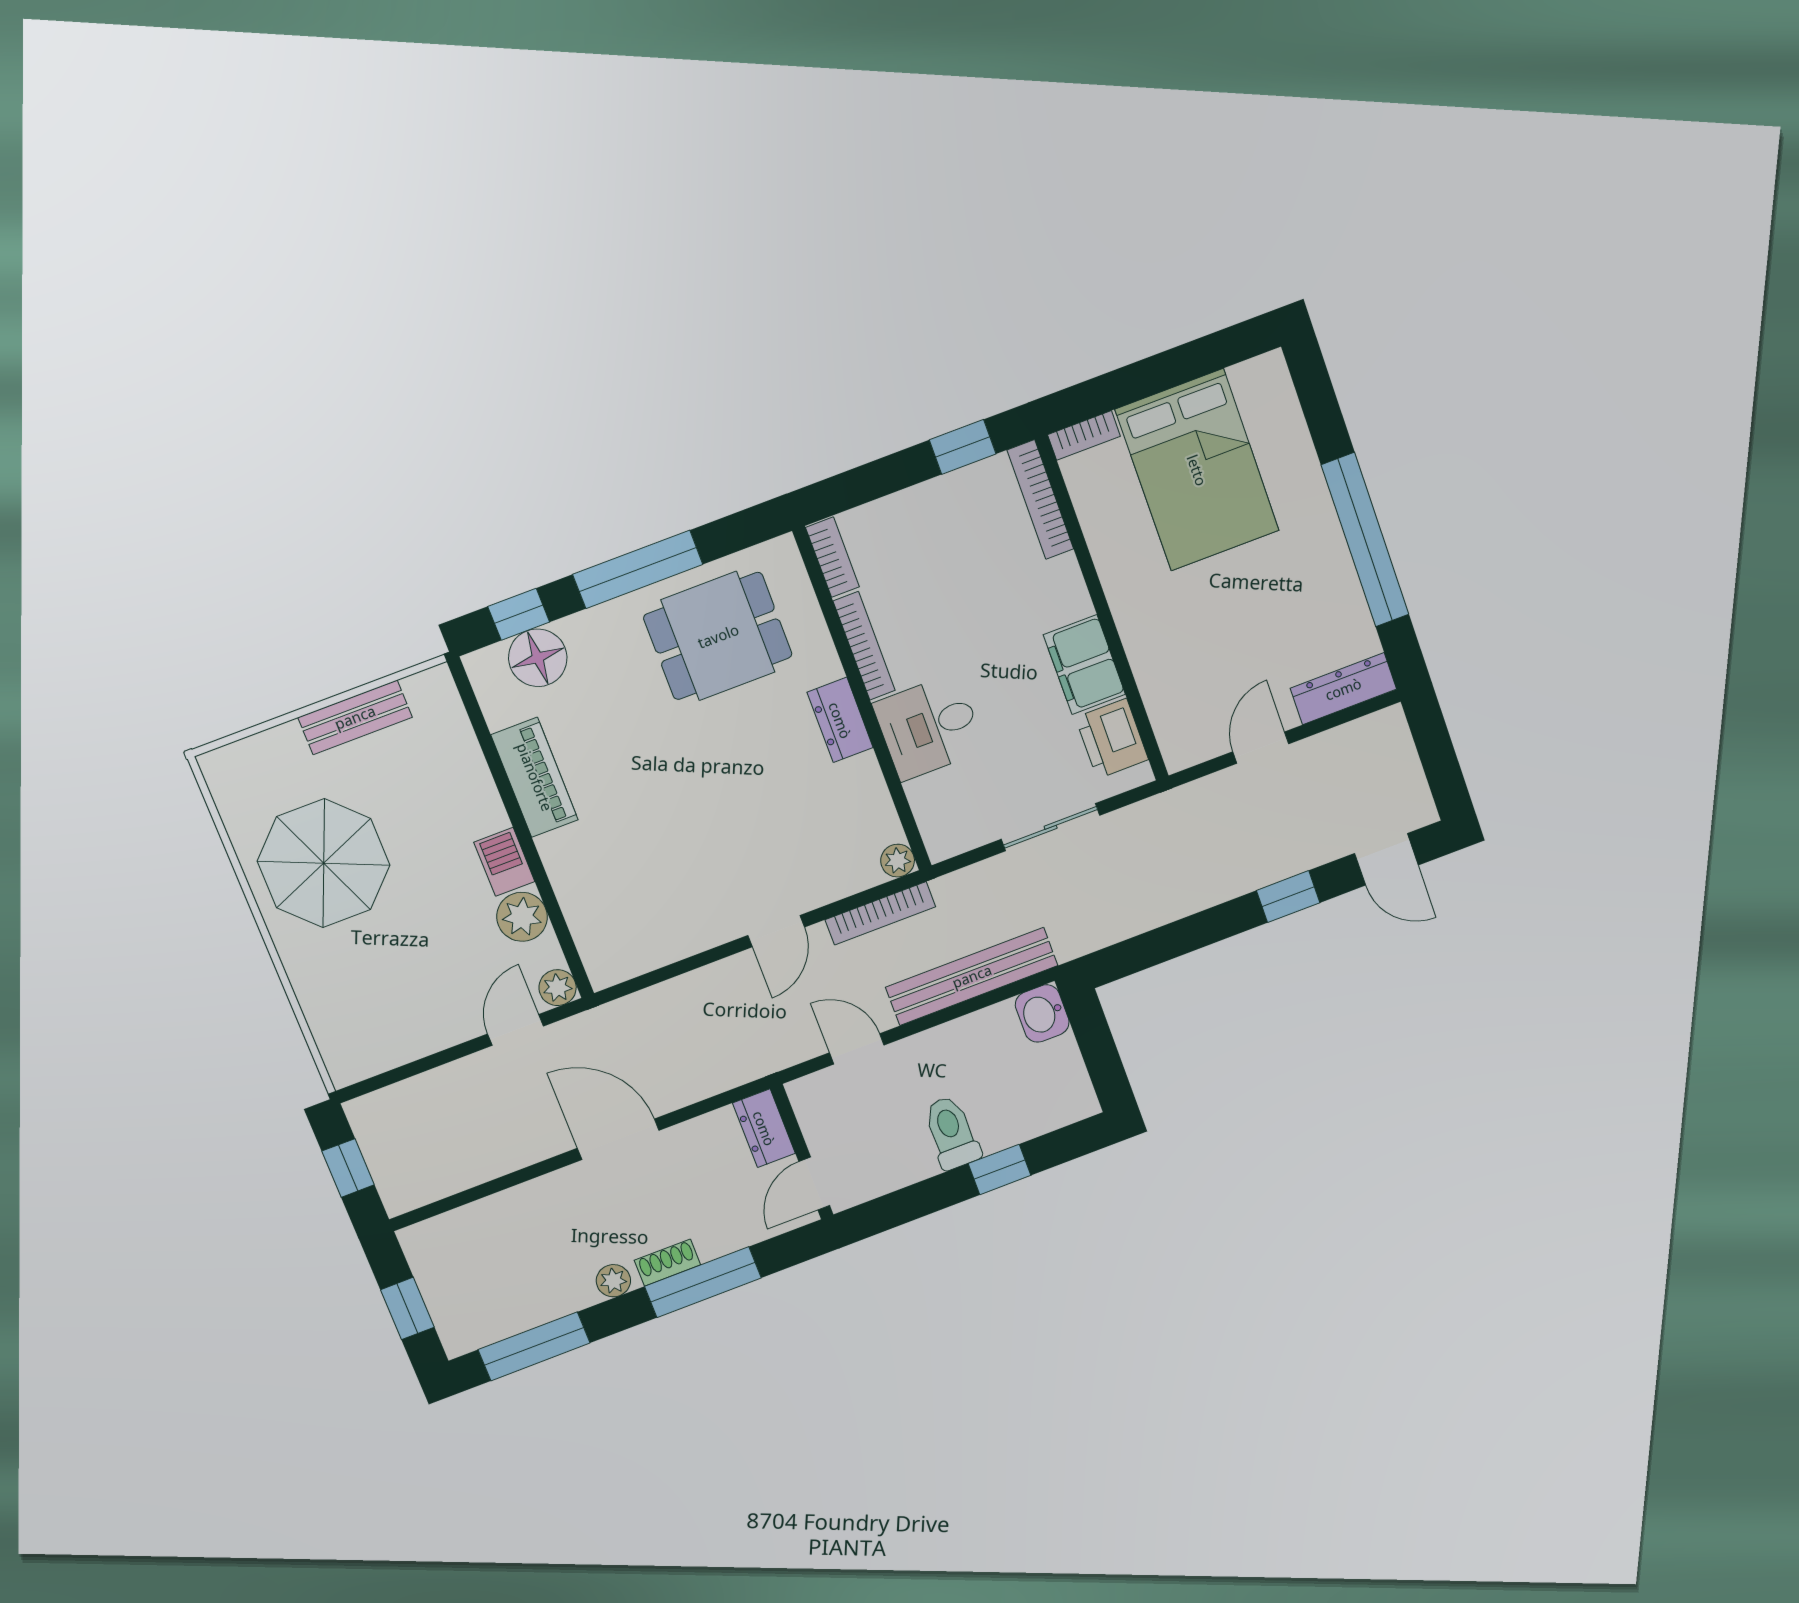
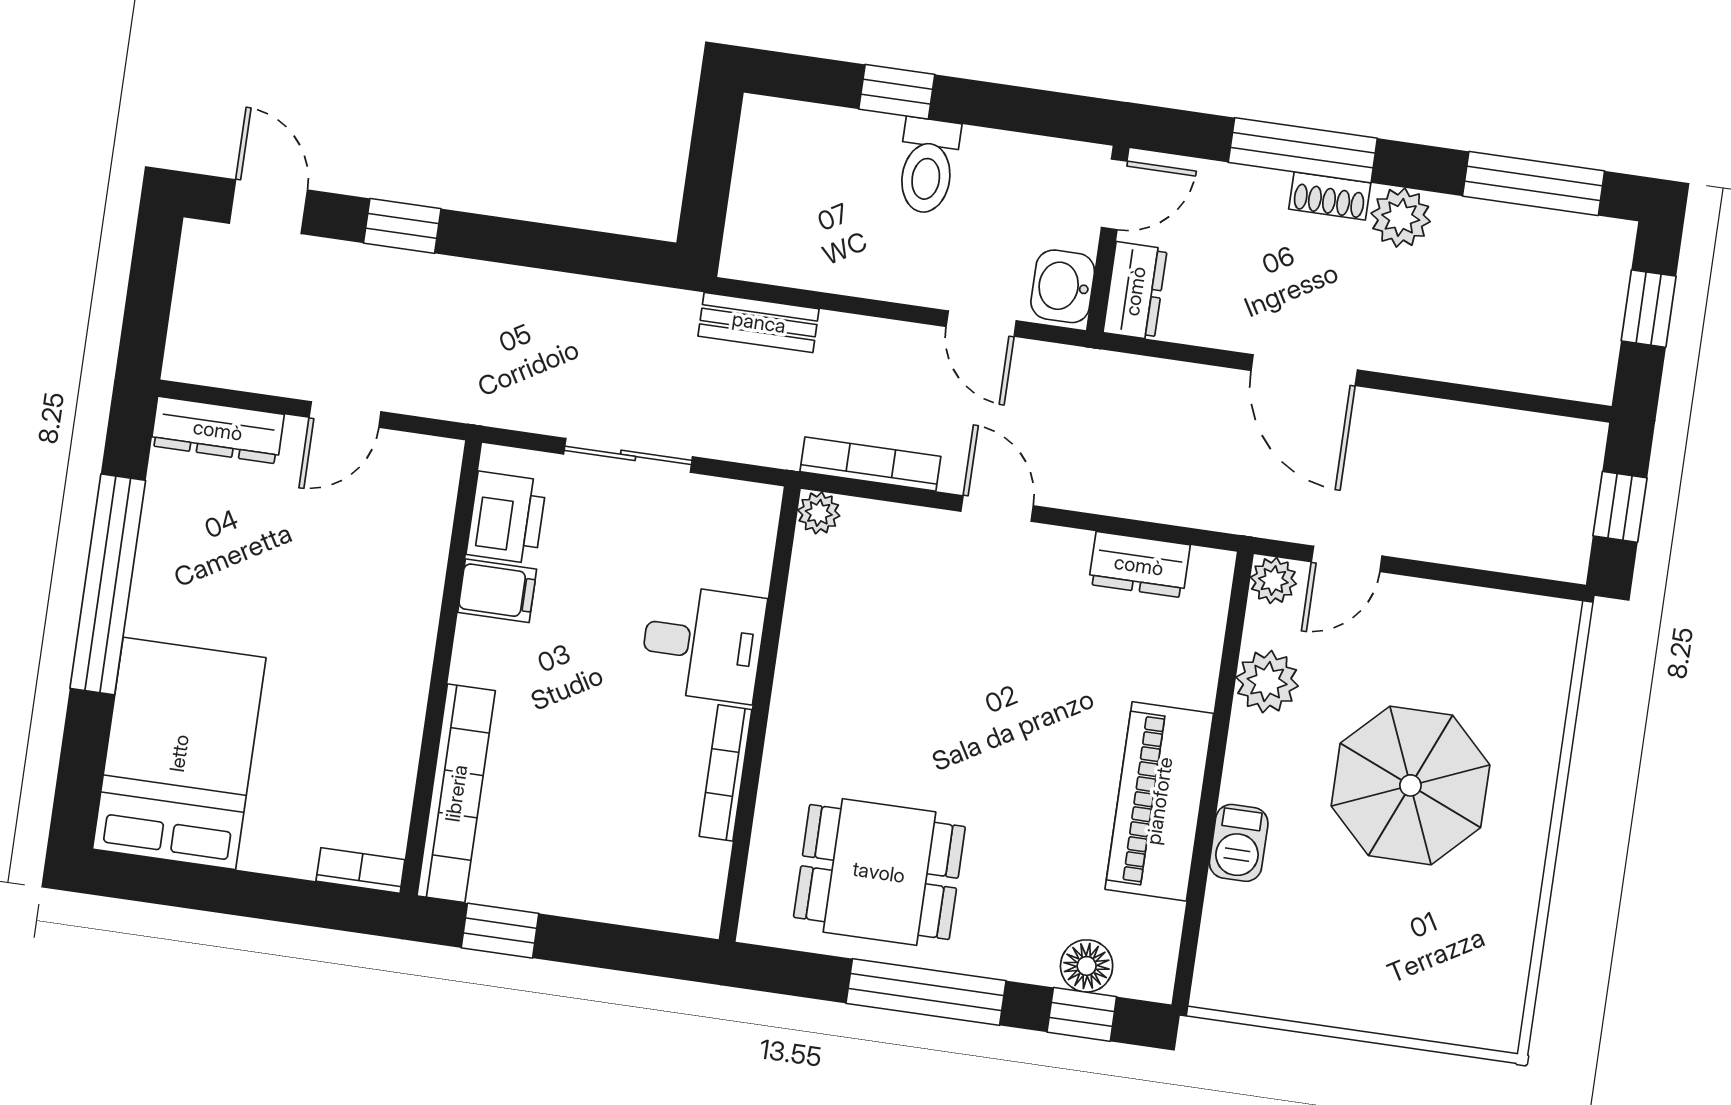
bed: (1197, 470) -> (179, 753), moved
bookcase: (1040, 500) -> (456, 793), width x1.48, depth x1.31
bookcase: (832, 557) -> (707, 889), removed
floor lamp: (538, 658) -> (1087, 966), width x0.73, depth x0.73
filing cabinet: (1084, 665) -> (497, 591), width x0.50
bench: (355, 717) -> (1322, 1001), removed
dresser: (840, 720) -> (1139, 565), moved, turned 90
piano: (535, 777) -> (1159, 801), width x1.37, depth x1.33
barbecue: (504, 862) -> (1239, 843), moved
parasol: (324, 863) -> (1410, 785), moved
door: (776, 931) -> (997, 509), hinge flipped
bench: (972, 976) -> (759, 322), width x0.54, depth x0.82
washbasin: (1042, 1013) -> (1063, 286), moved, turned 180
plant: (613, 1281) -> (1401, 217), width x1.38, depth x1.38

